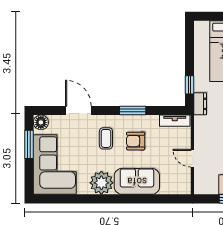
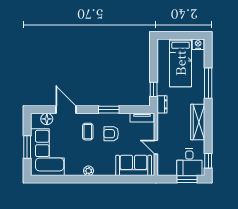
floor lamp: (41, 122) -> (47, 119), moved
window: (29, 144) -> (27, 147), moved
sofa: (137, 181) -> (134, 165), moved
plant: (101, 183) -> (88, 171), width x0.53, depth x0.53

